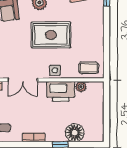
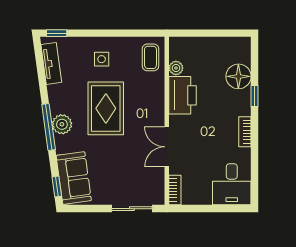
side table: (55, 70) -> (102, 59), moved
double door: (23, 80) -> (167, 147), swing flipped

